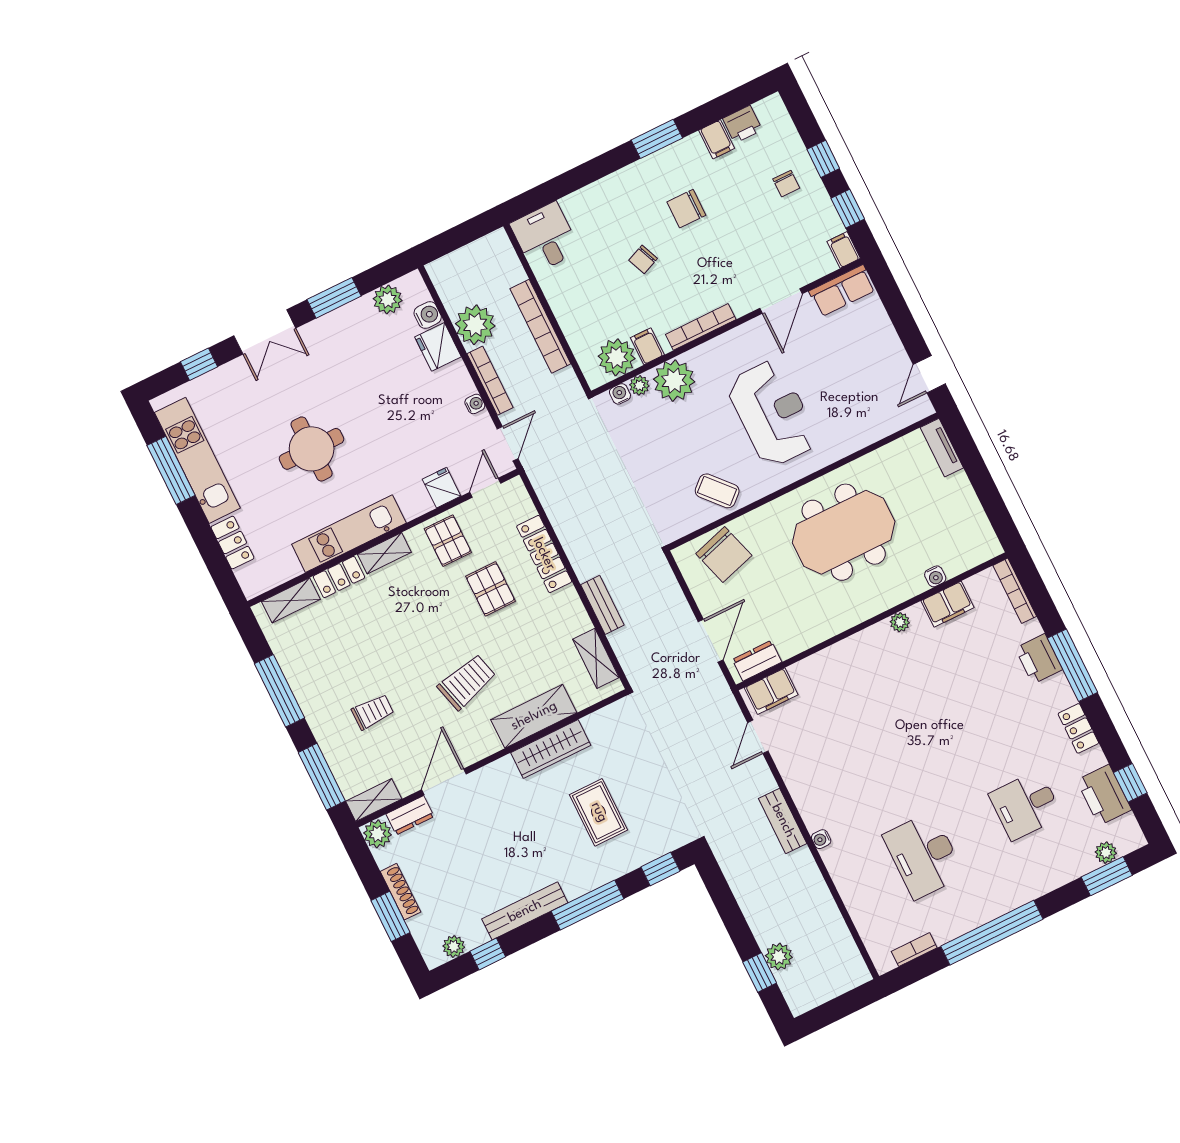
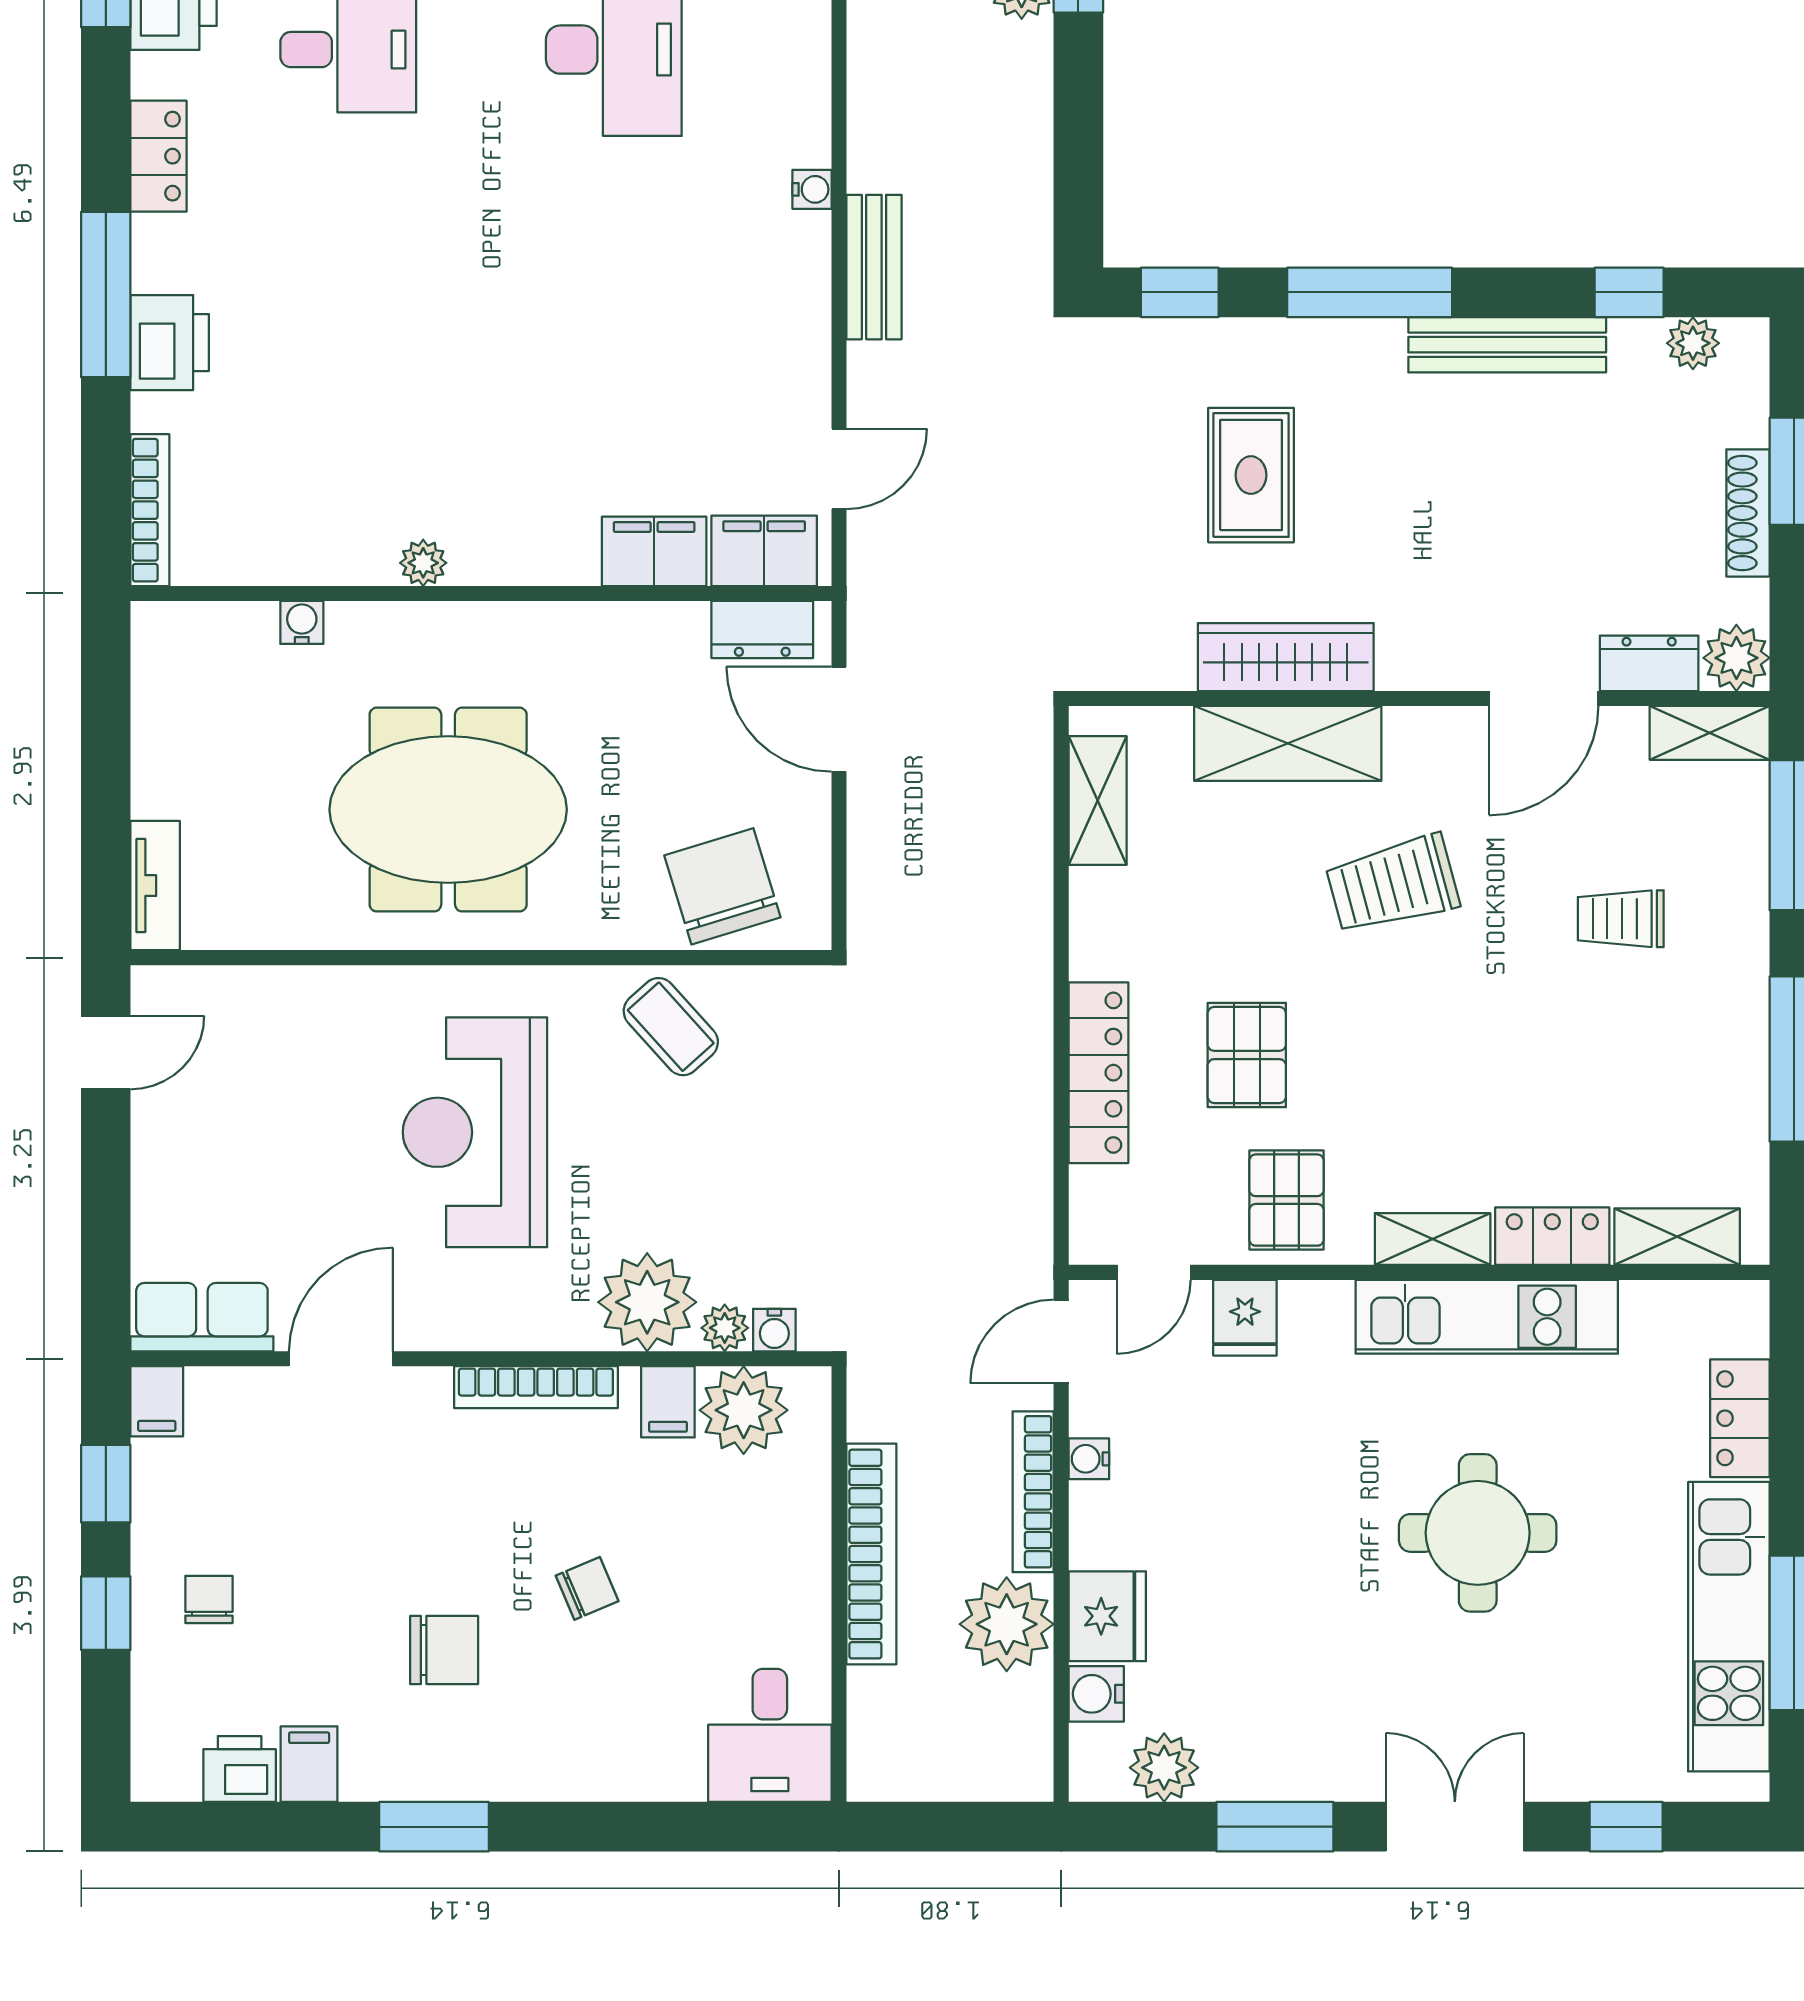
filing cabinet: (948, 604) -> (654, 551), moved
bench: (602, 605) -> (1029, 906), removed
door: (711, 641) -> (839, 719), hinge flipped

